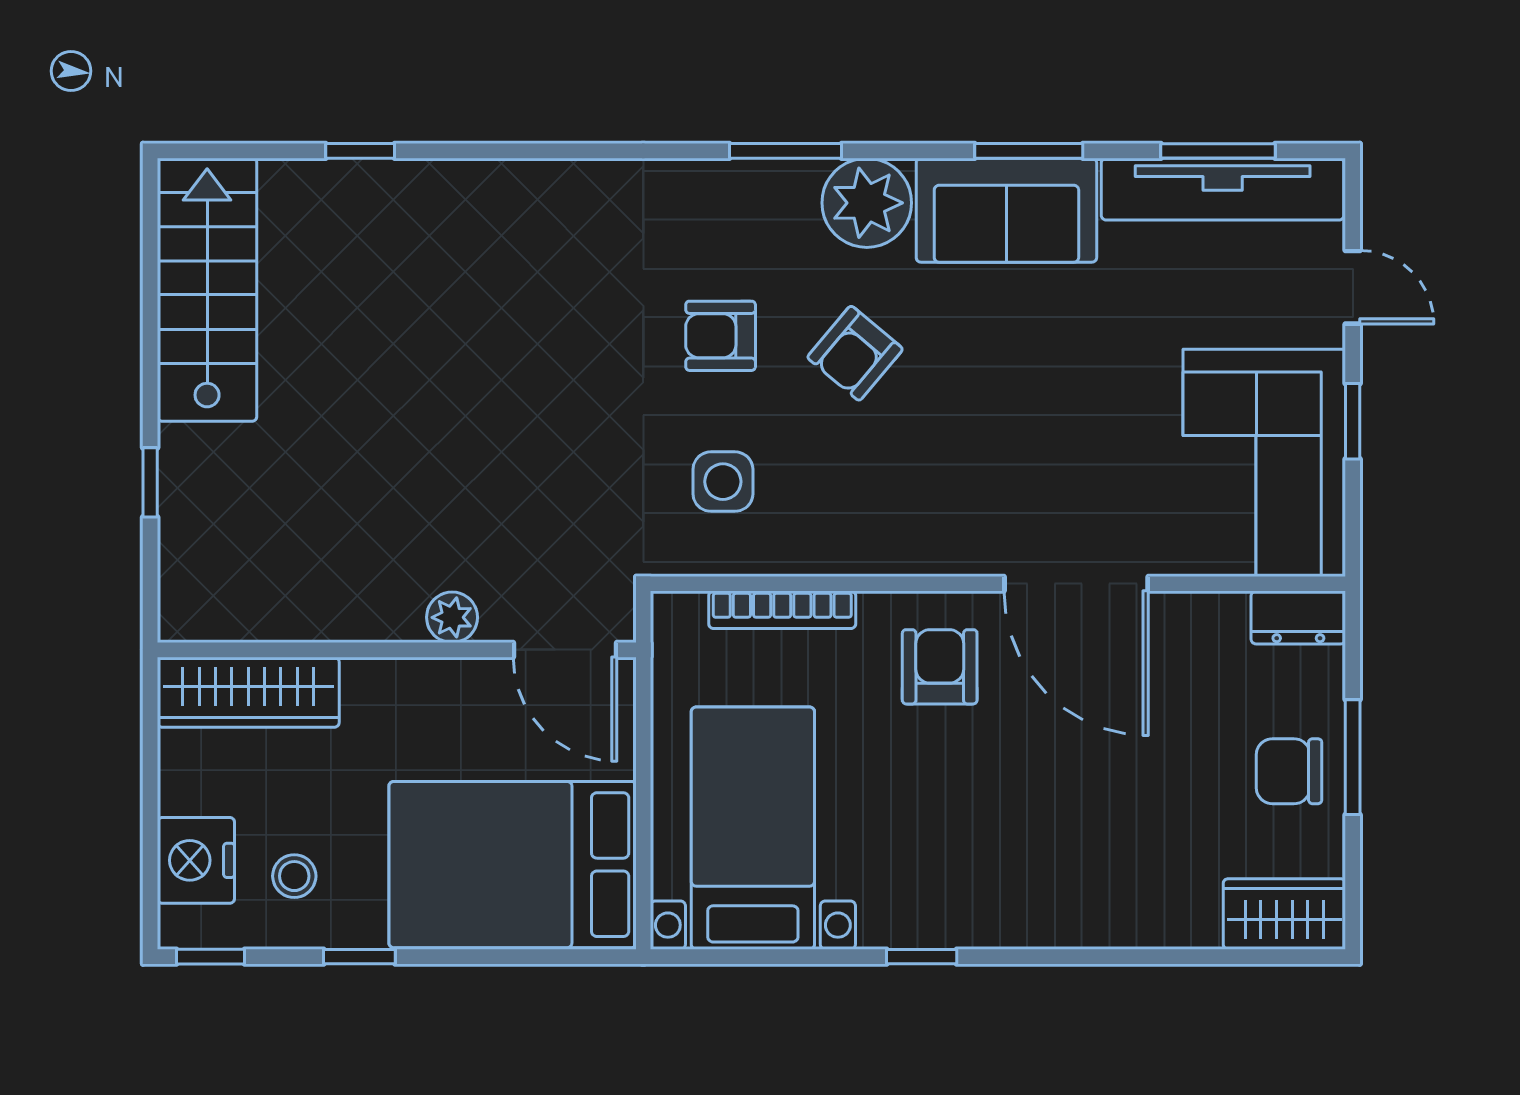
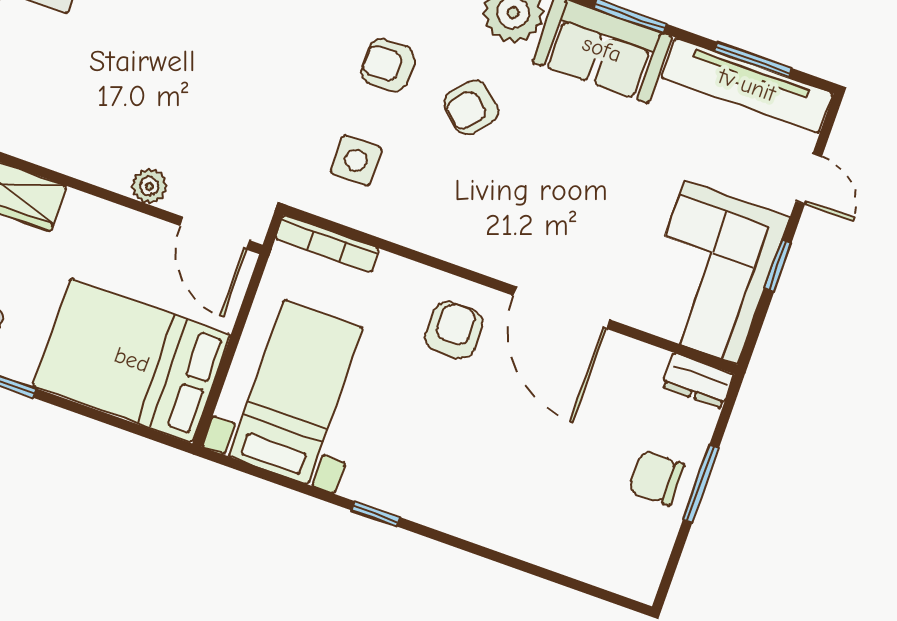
bookcase: (782, 610) -> (327, 244), moved
wardrobe: (1284, 914) -> (621, 569), removed

